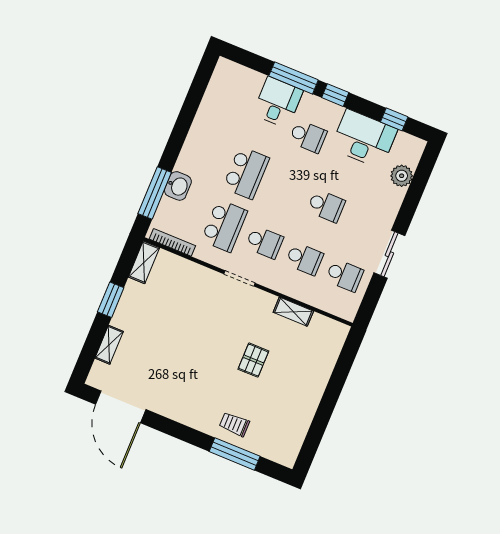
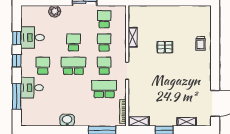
window: (294, 78) -> (17, 96), moved
window: (394, 119) -> (17, 38), moved
desk: (364, 139) -> (33, 37), width x0.73
school desk: (246, 173) -> (73, 66), moved
plant: (402, 176) -> (55, 11), moved
washbasin: (178, 186) -> (67, 120), moved
window: (235, 454) -> (215, 37), removed

